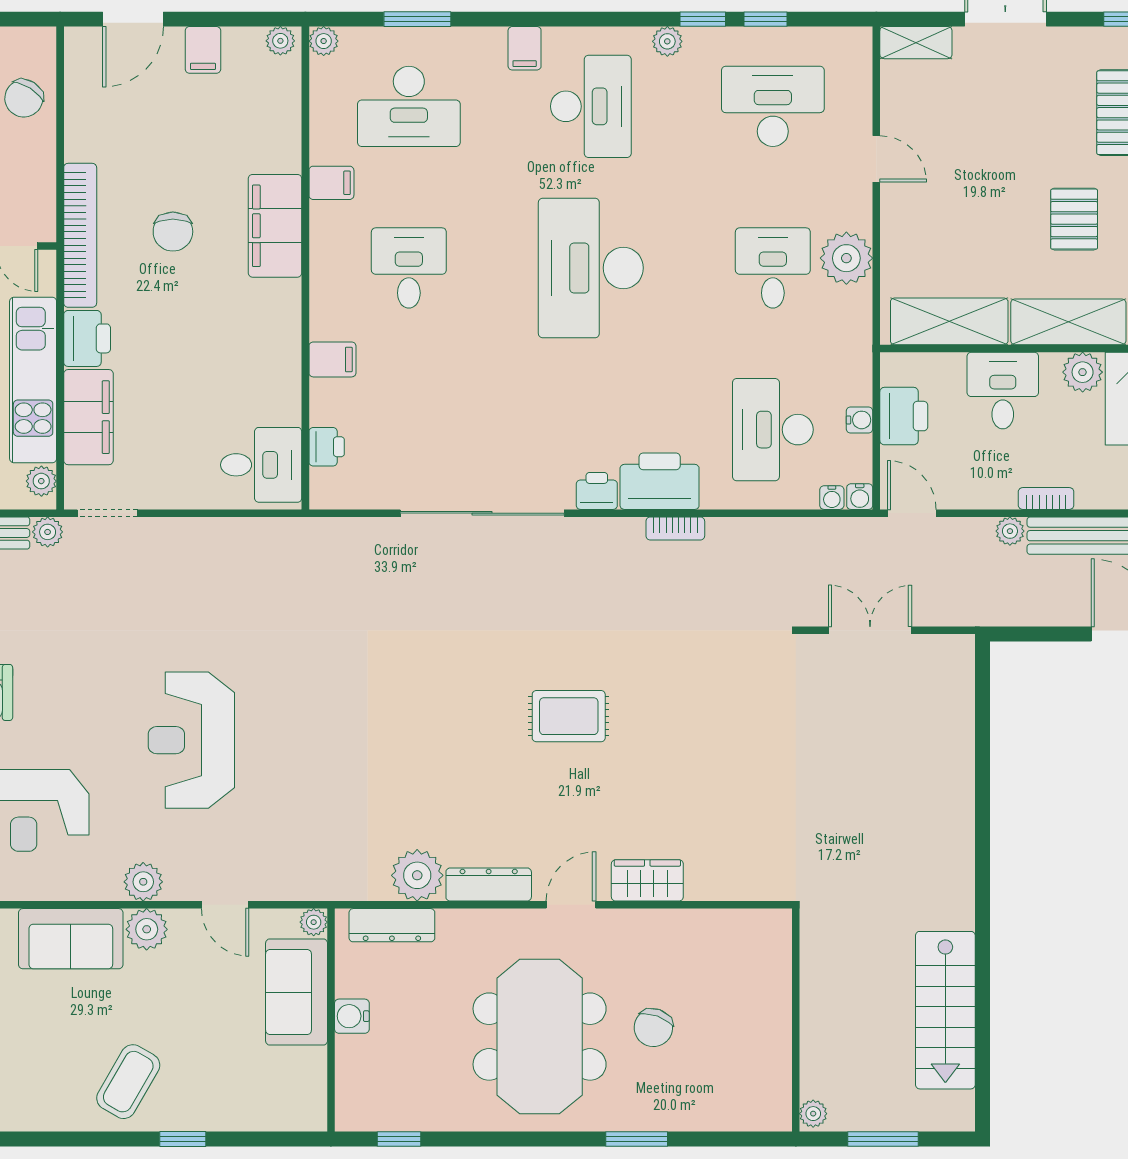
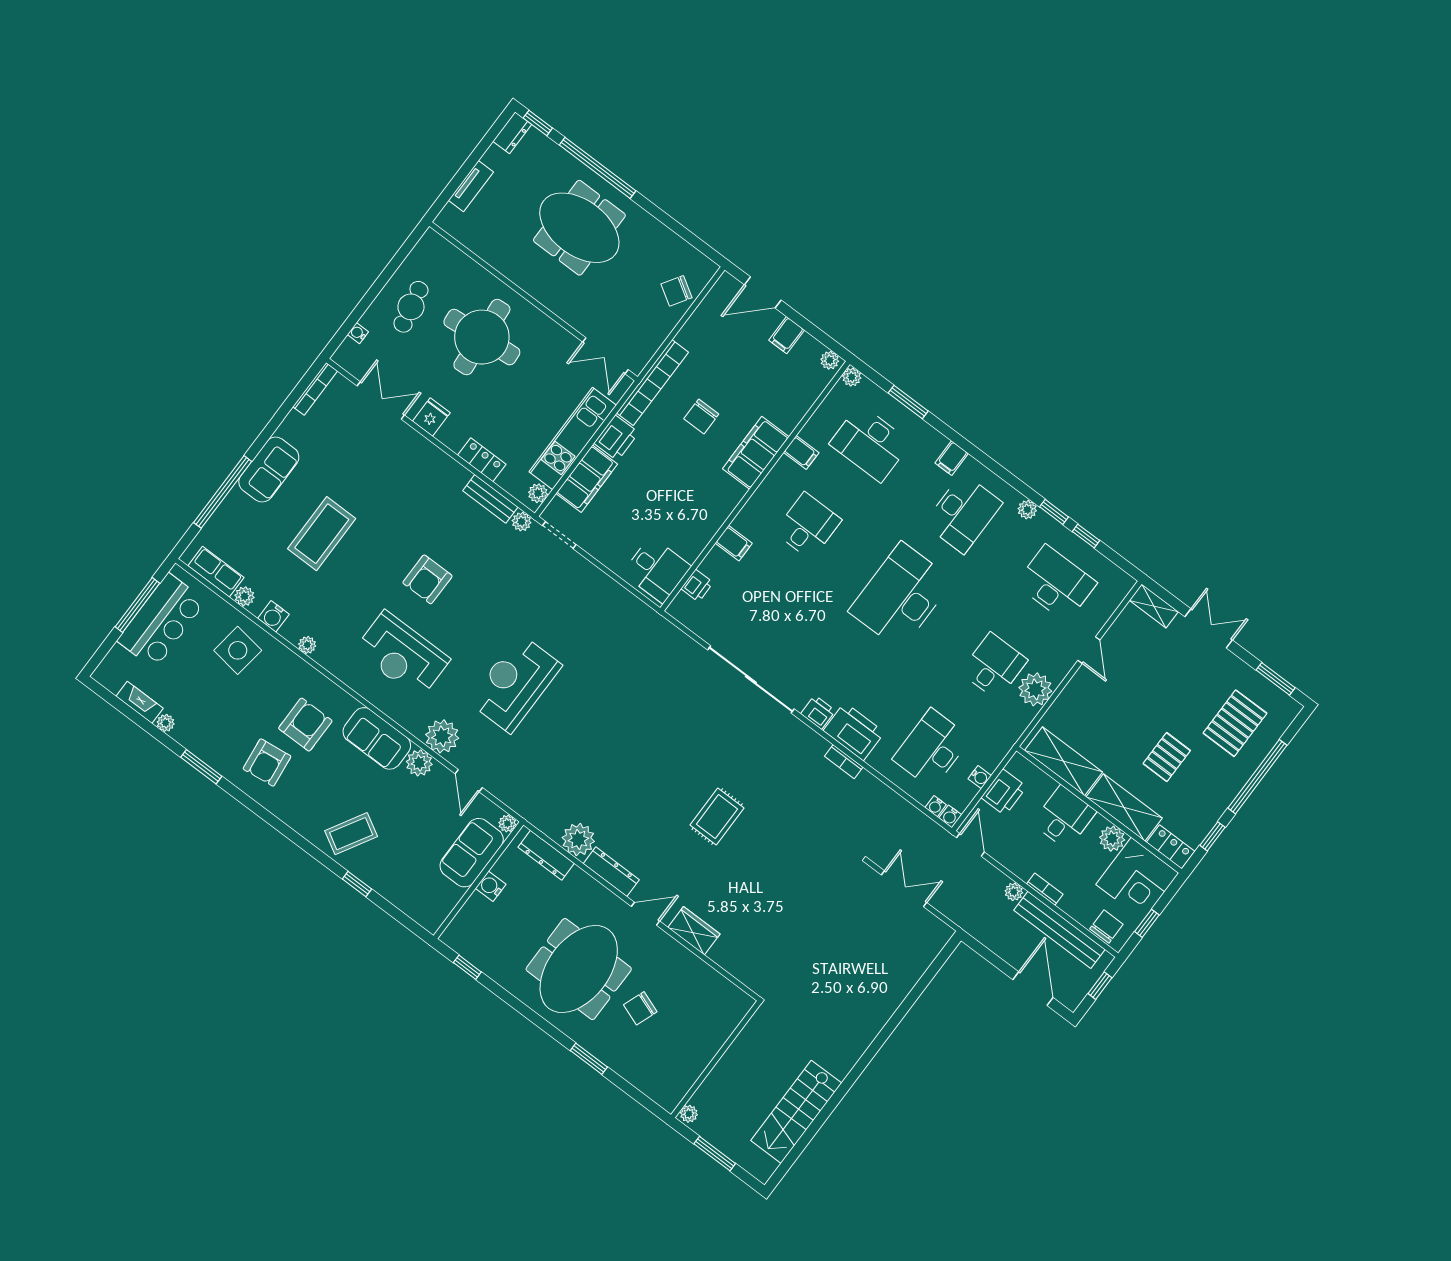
rug: (569, 716) -> (717, 817), turned 90
plant: (143, 882) -> (442, 736), width x1.36, depth x1.36

